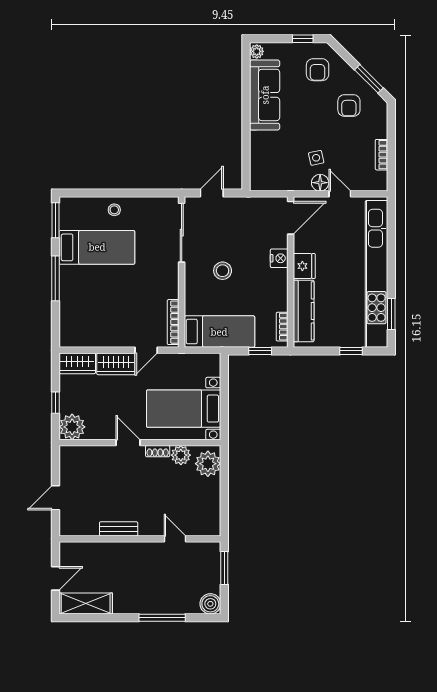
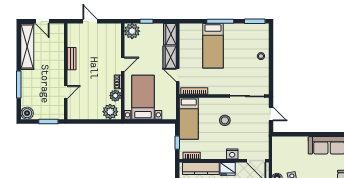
bed: (97, 247) -> (213, 46), moved
shelving: (86, 604) -> (27, 47), width x1.47

